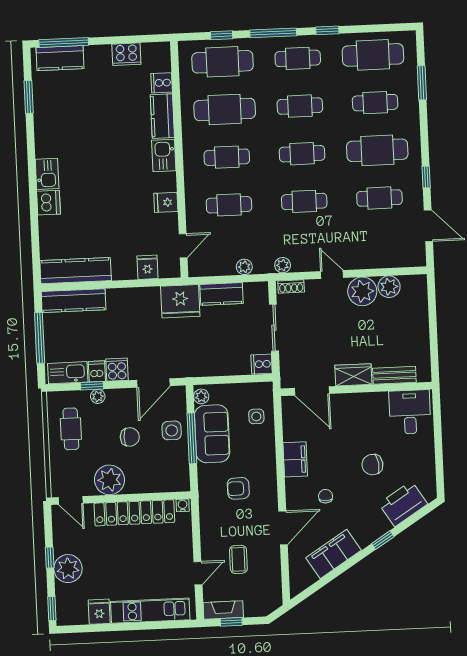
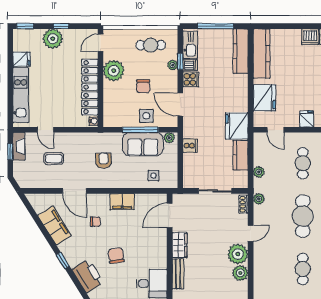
cafe table: (304, 201) -> (303, 216), width x1.37, depth x1.35
fridge: (147, 267) -> (264, 98), width x1.88, depth x1.34
cooker: (262, 364) -> (190, 146), moved, turned 90

